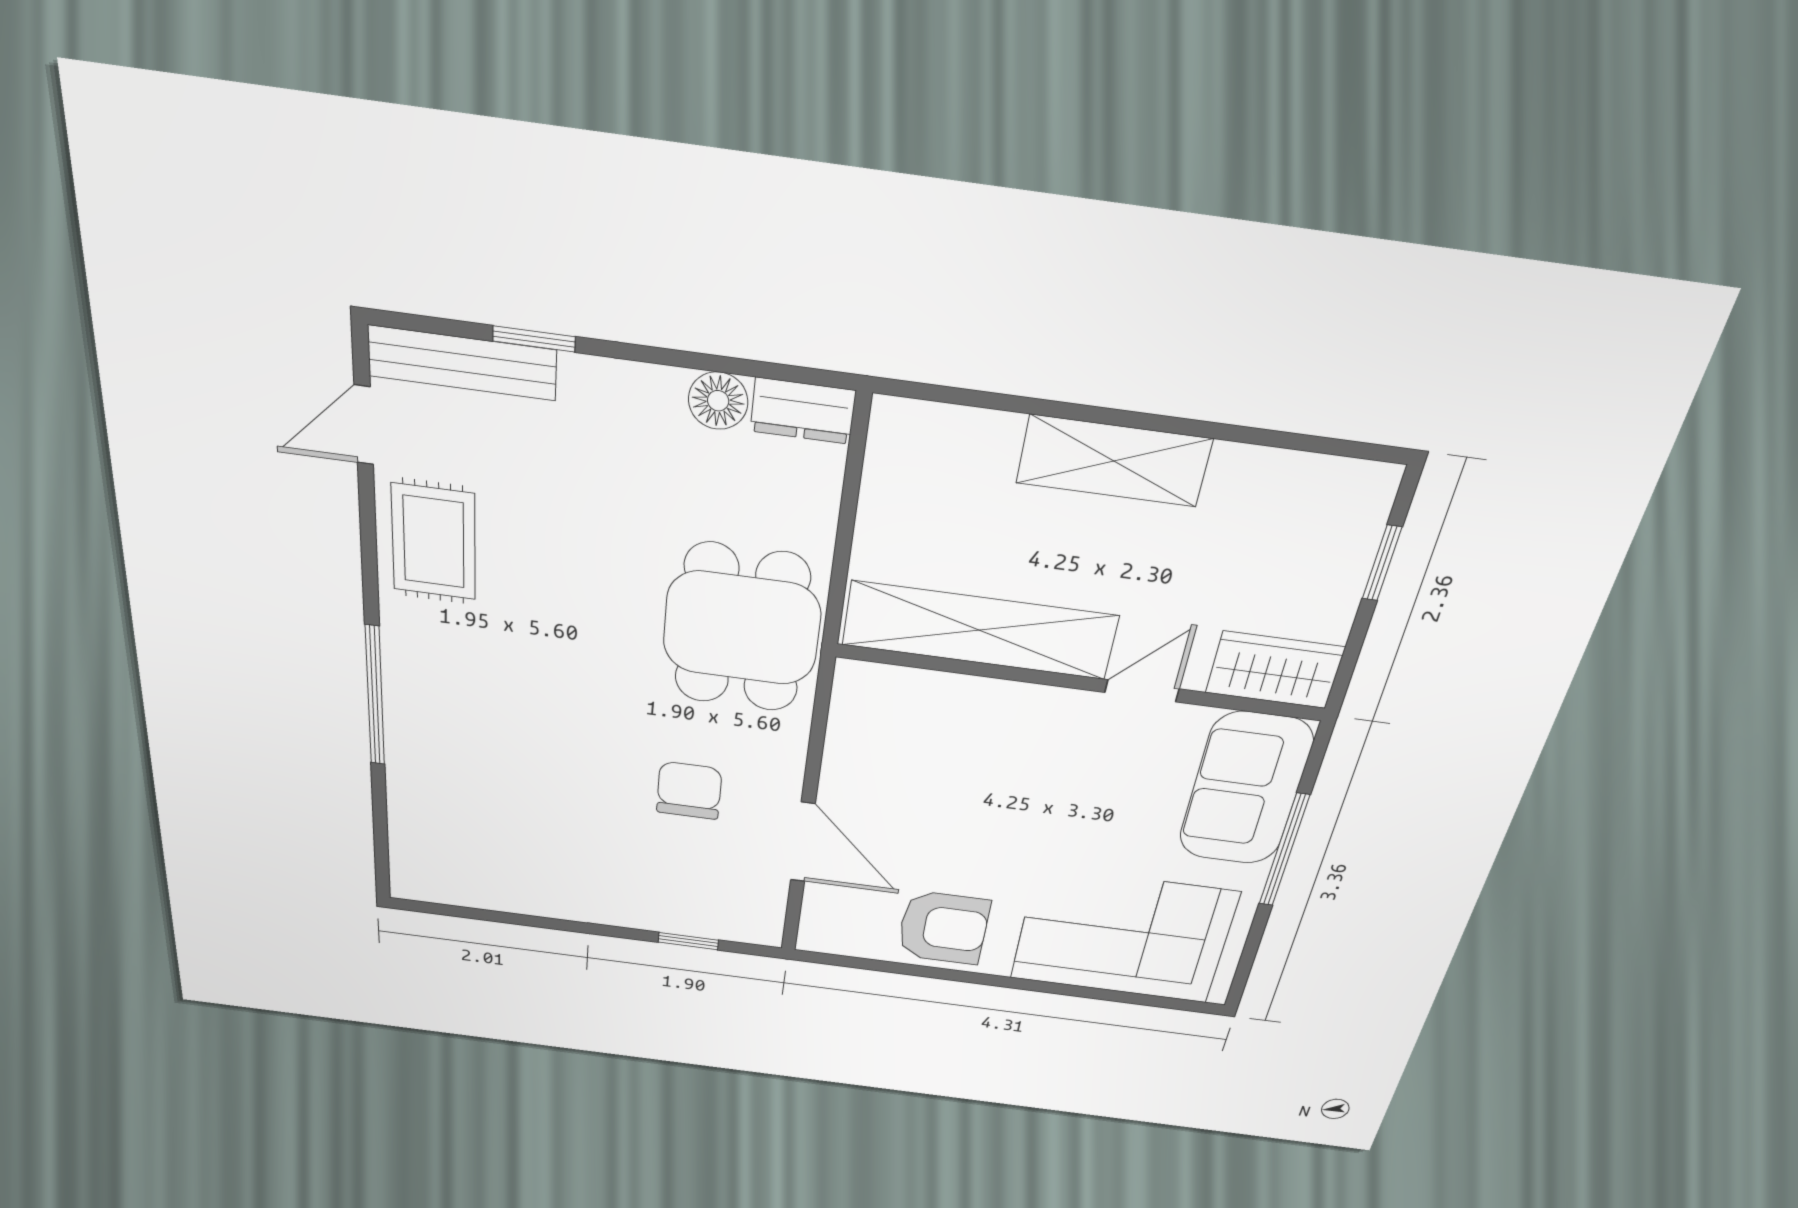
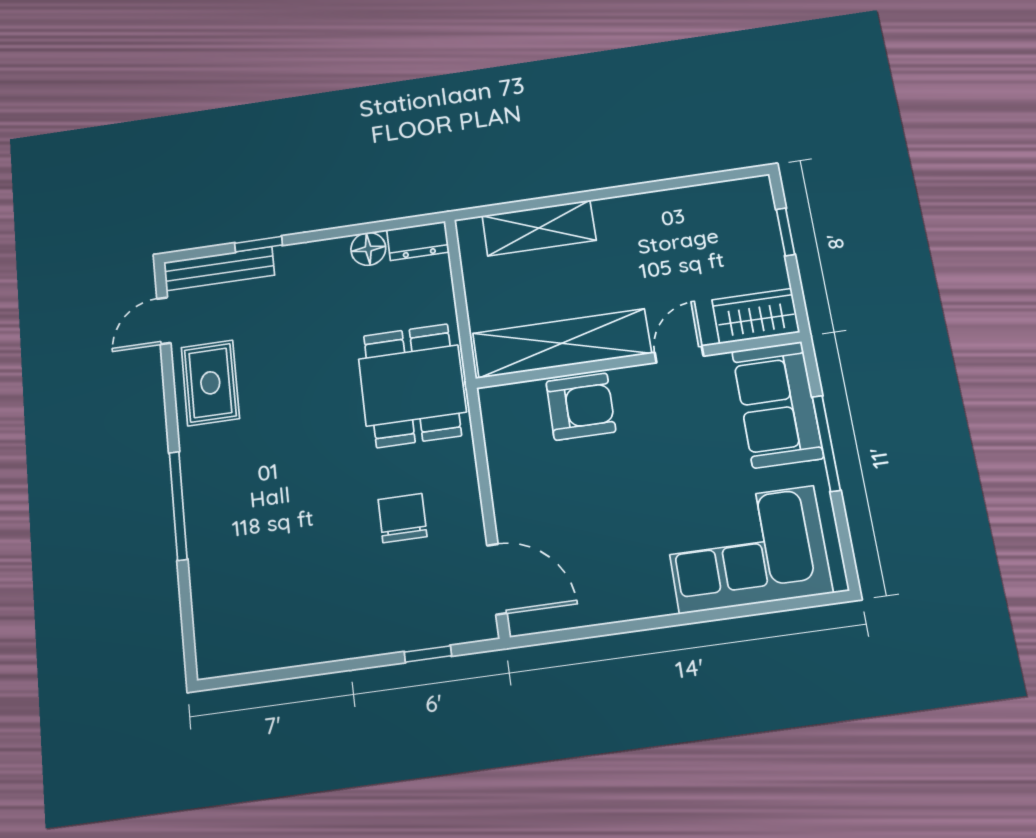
shelving: (1114, 461) -> (539, 228), moved
door: (803, 842) -> (497, 579), moved
armchair: (943, 928) -> (581, 407), moved

